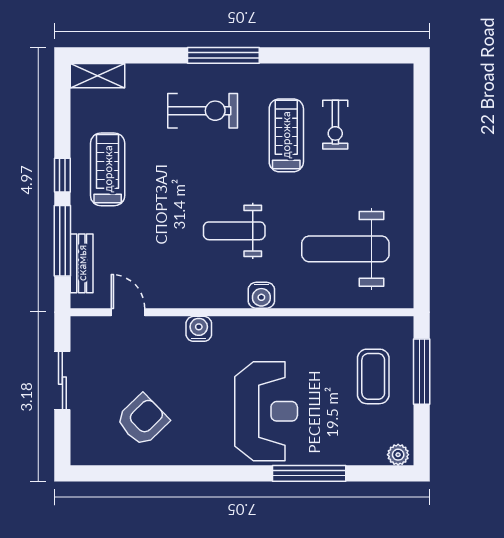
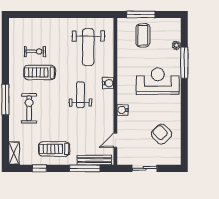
window: (62, 175) -> (39, 168), moved
weight bench: (234, 231) -> (81, 95), turned 180
bench: (82, 263) -> (94, 160), width x1.36
coffee table: (373, 376) -> (143, 35), turned 90
plant: (398, 455) -> (176, 45), moved

